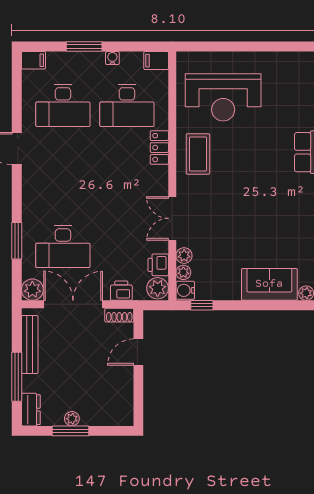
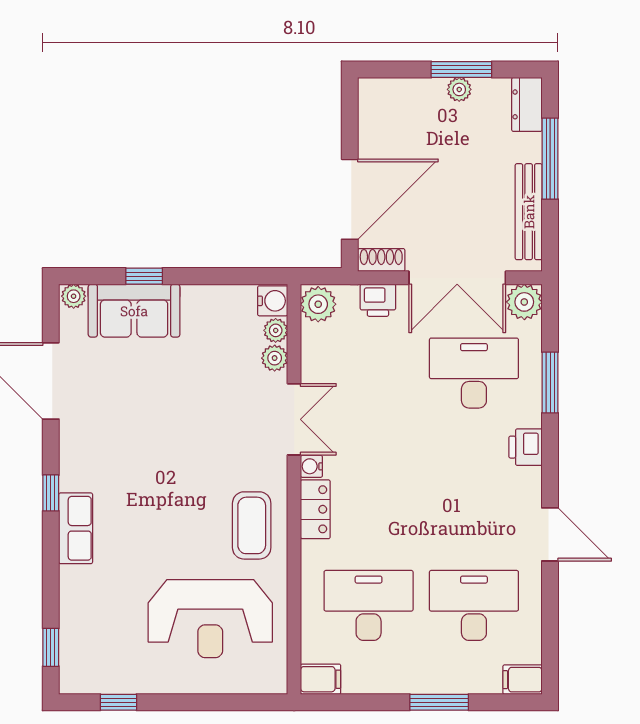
window: (279, 47) -> (118, 702), added
water cooler: (112, 58) -> (311, 466), moved, turned 90
reception desk: (223, 97) -> (210, 619), turned 180
locker: (159, 148) -> (315, 509), moved
printer: (158, 265) -> (525, 447), moved, turned 180
window: (202, 305) -> (144, 276), moved
door: (138, 352) -> (350, 199), width x1.87

